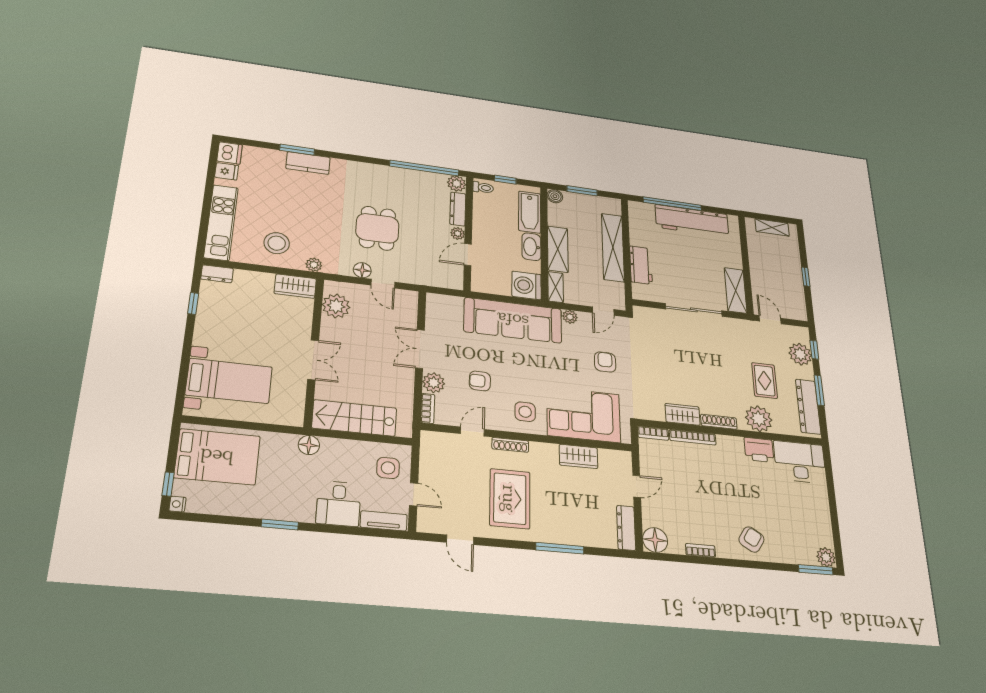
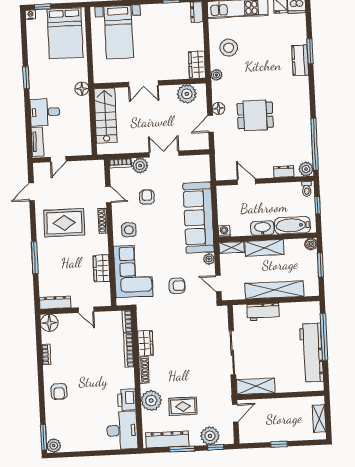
dresser: (458, 209) -> (284, 172), width x0.70
plant: (458, 233) -> (263, 173), removed
washing machine: (527, 285) -> (224, 231), width x0.53, depth x0.53
side table: (388, 468) -> (74, 141), removed
armchair: (751, 539) -> (59, 391), turned 58

